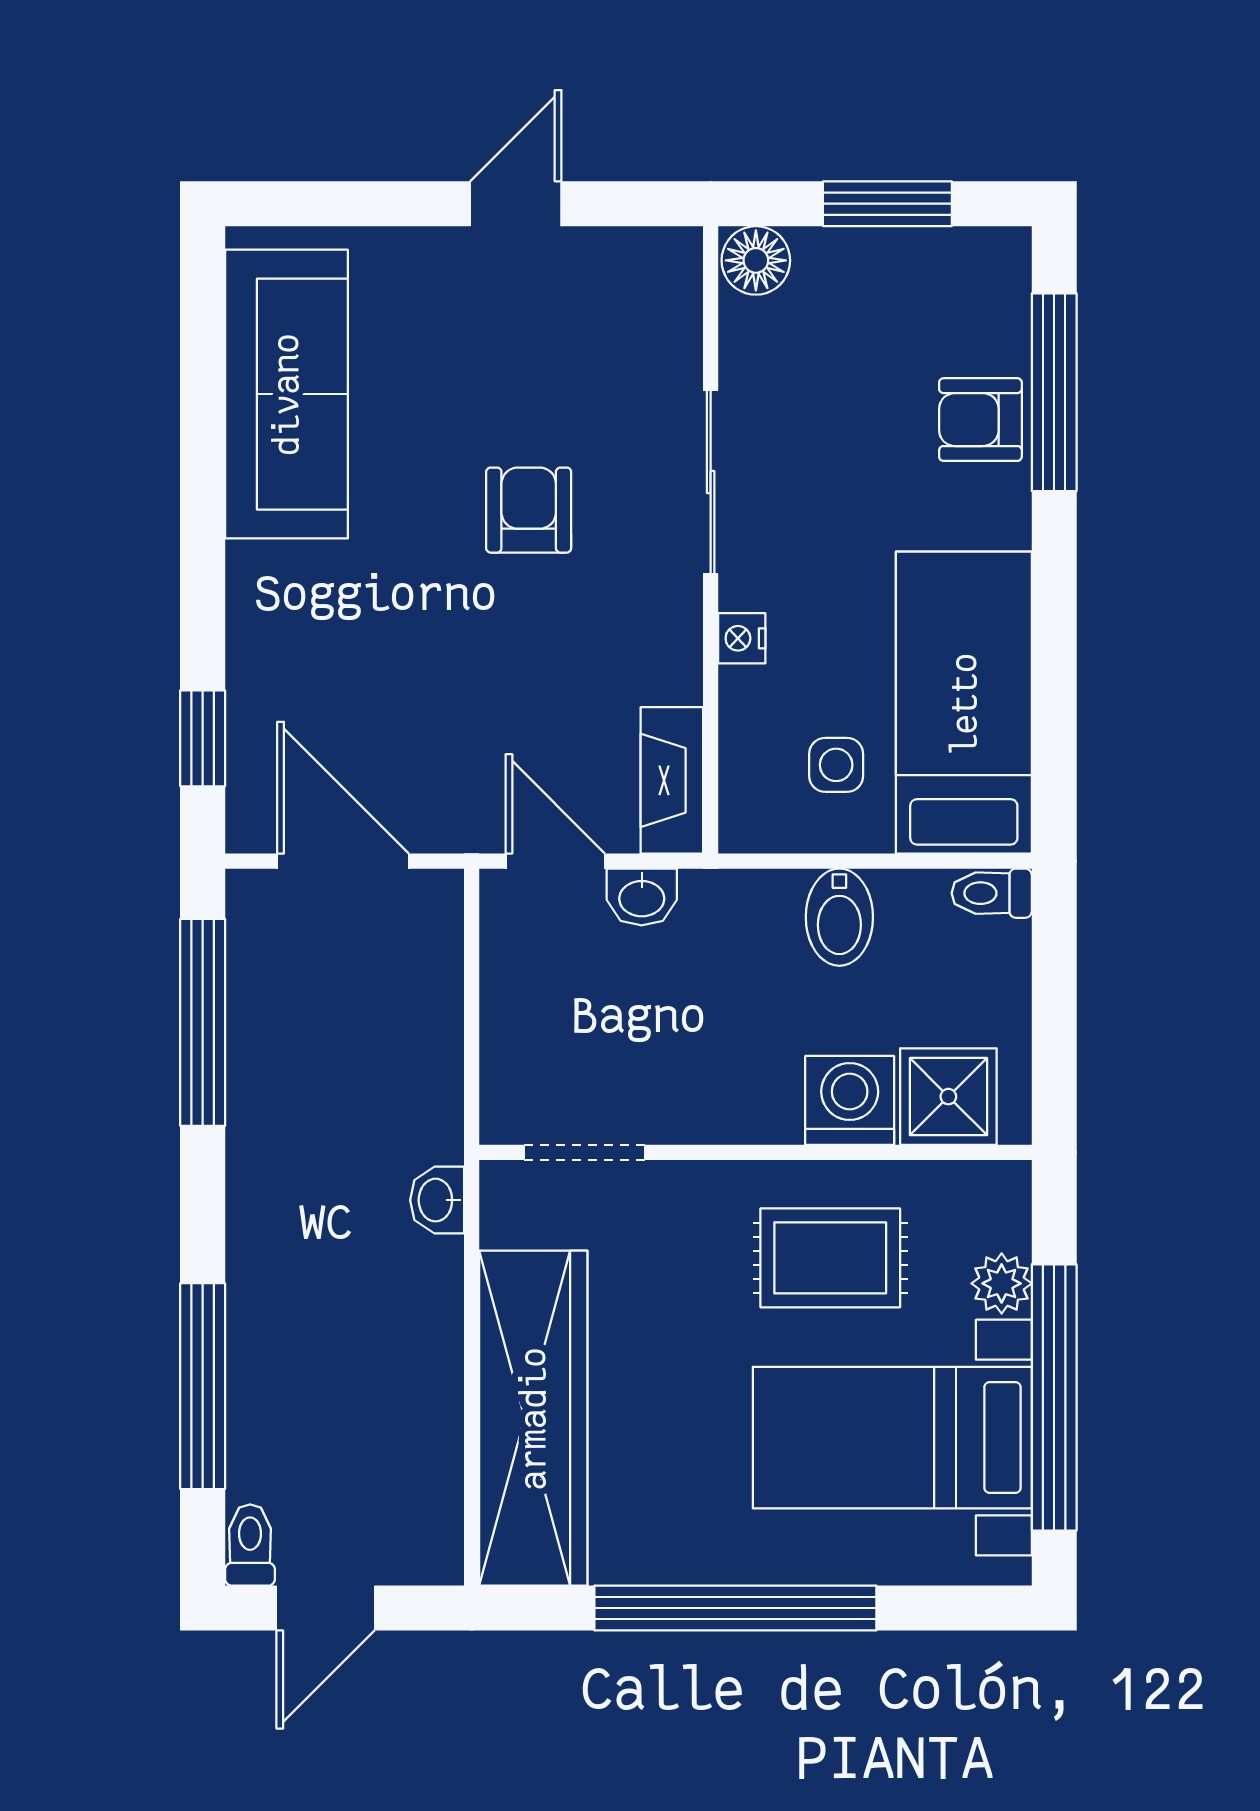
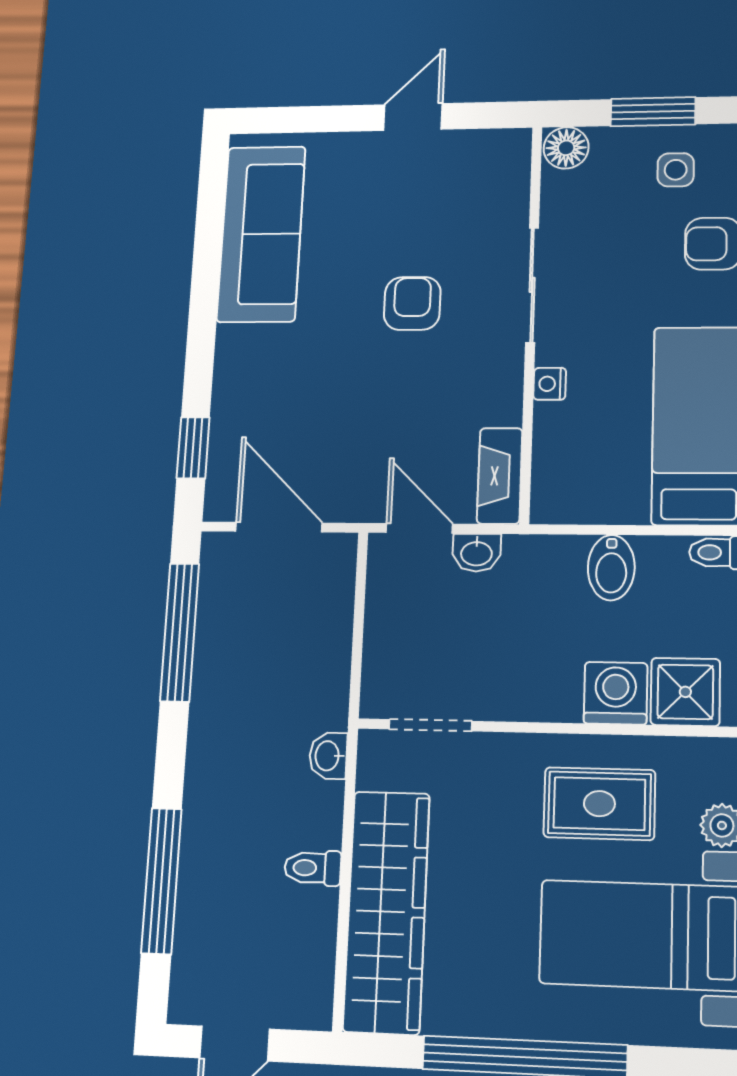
side table: (836, 765) -> (676, 170), moved
toilet: (250, 1545) -> (313, 868), moved, turned -90

